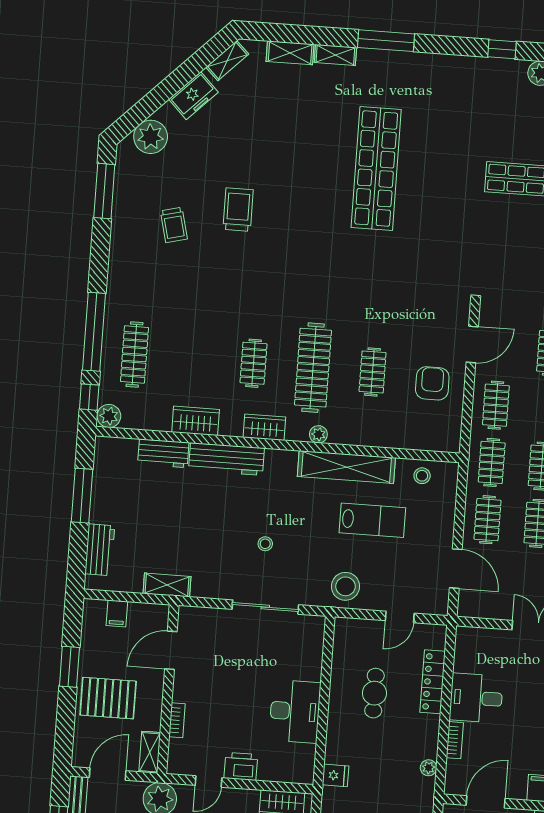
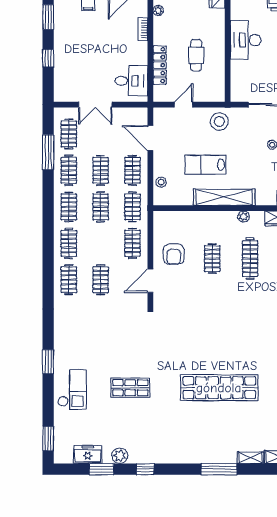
shop shelf: (376, 169) -> (219, 388), turned 90
clothes rail: (313, 368) -> (250, 259), width x0.73, depth x0.76
stool: (422, 476) -> (161, 182), moved
desk: (476, 698) -> (131, 81), moved

